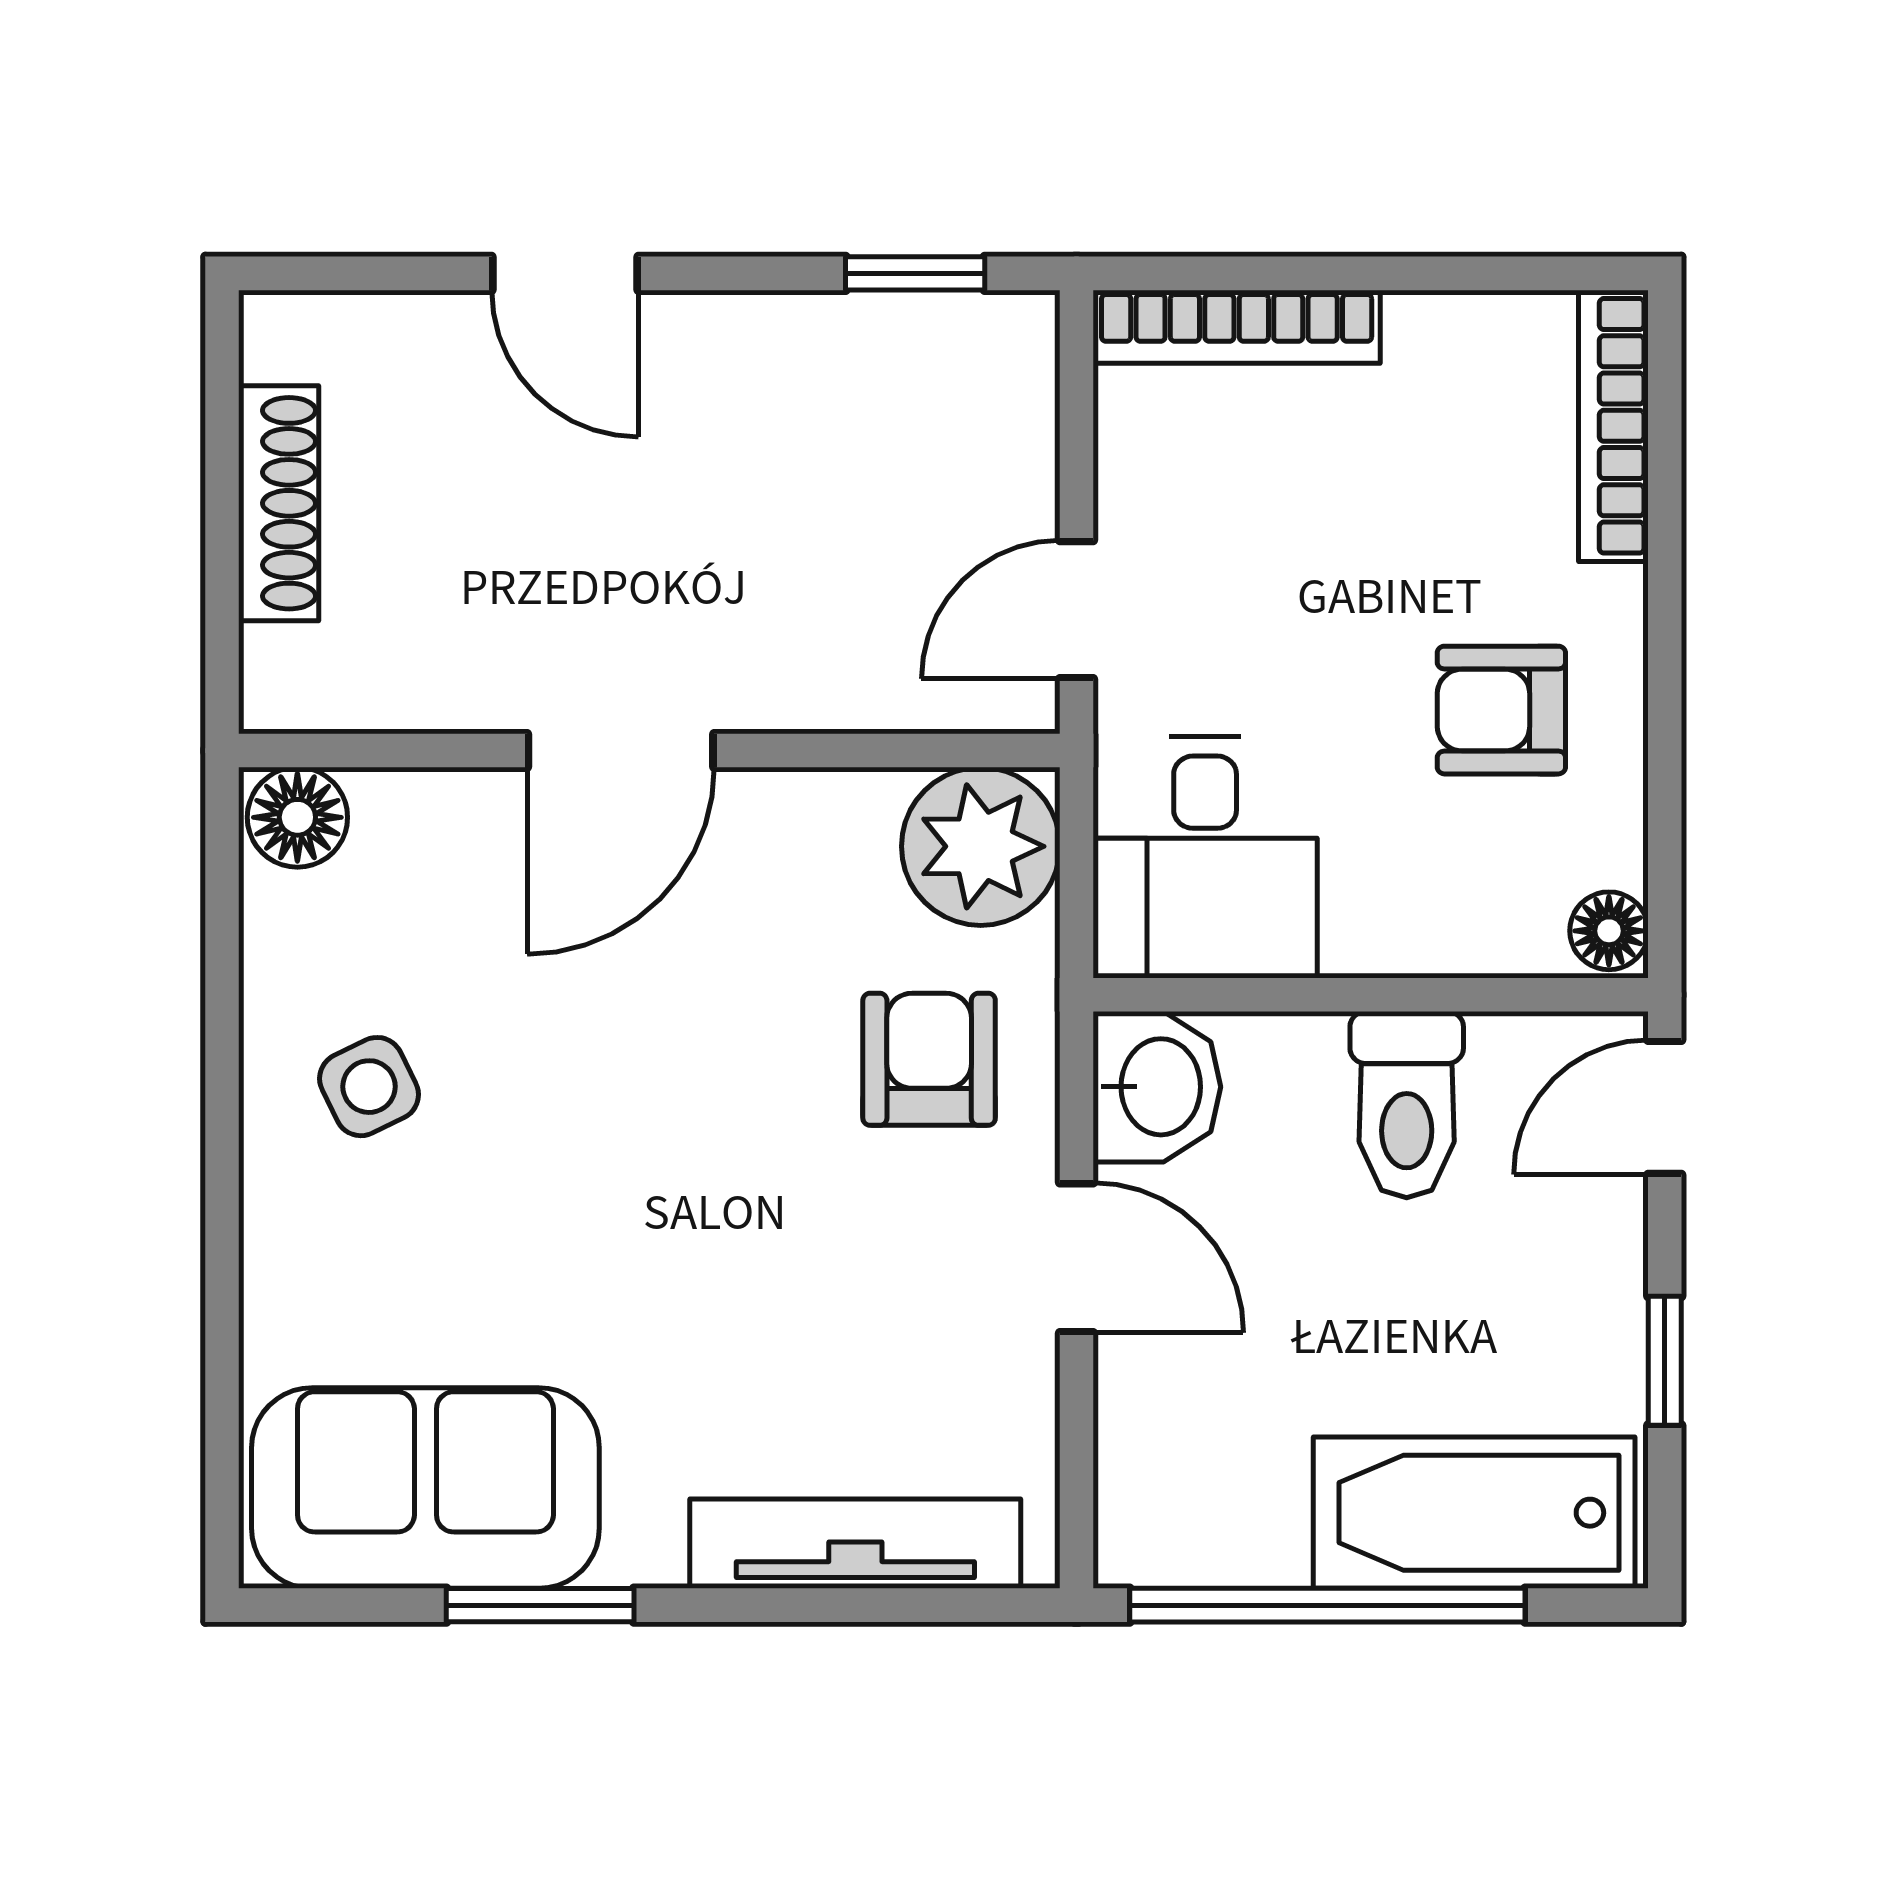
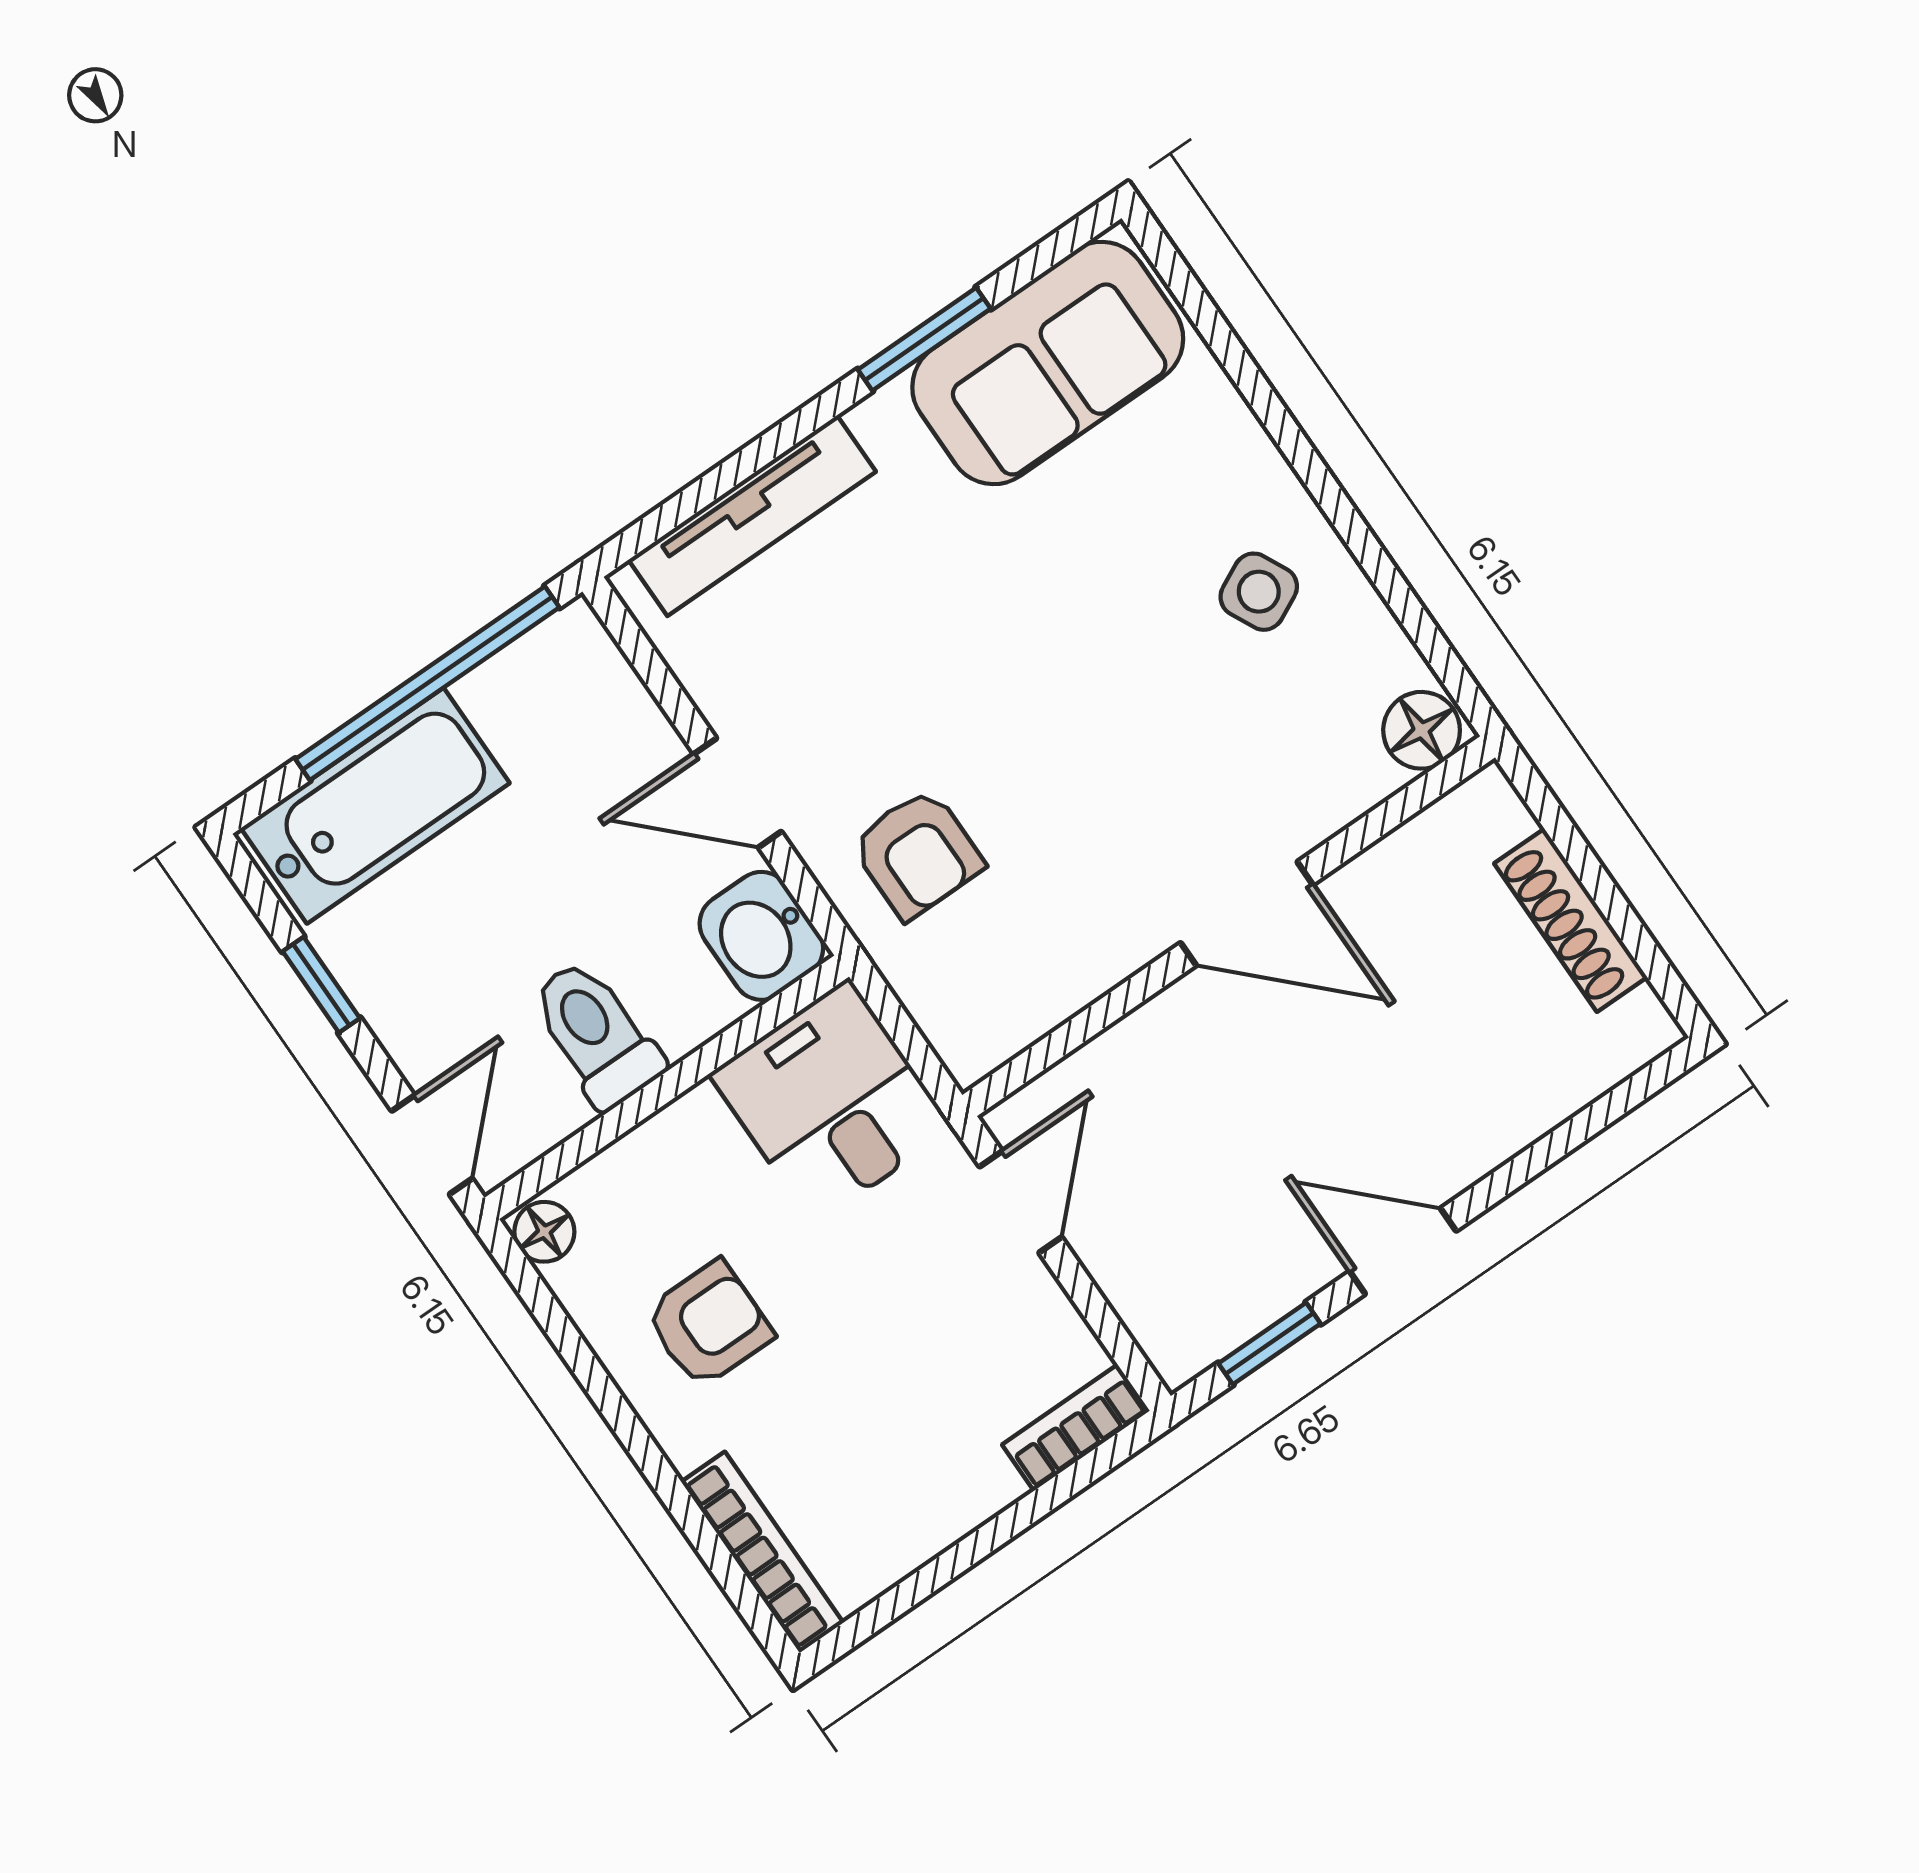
door: (565, 273) -> (1403, 1251), moved
bookcase: (1237, 327) -> (1076, 1428), width x0.64
door: (621, 751) -> (1247, 914), swing flipped
plant: (981, 846) -> (978, 1011), removed

